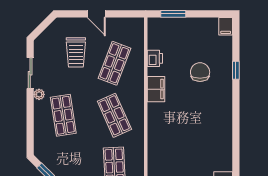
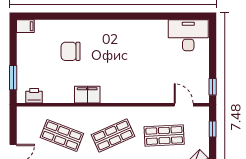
printer: (155, 58) -> (34, 96), moved
window: (236, 70) -> (69, 16), removed

